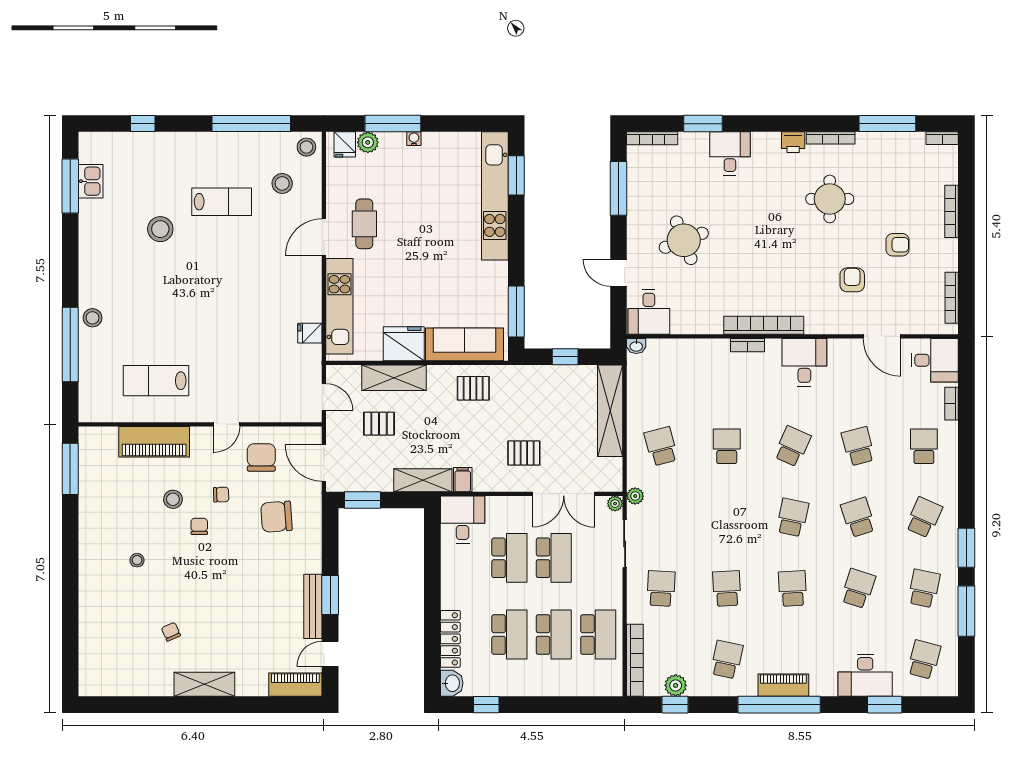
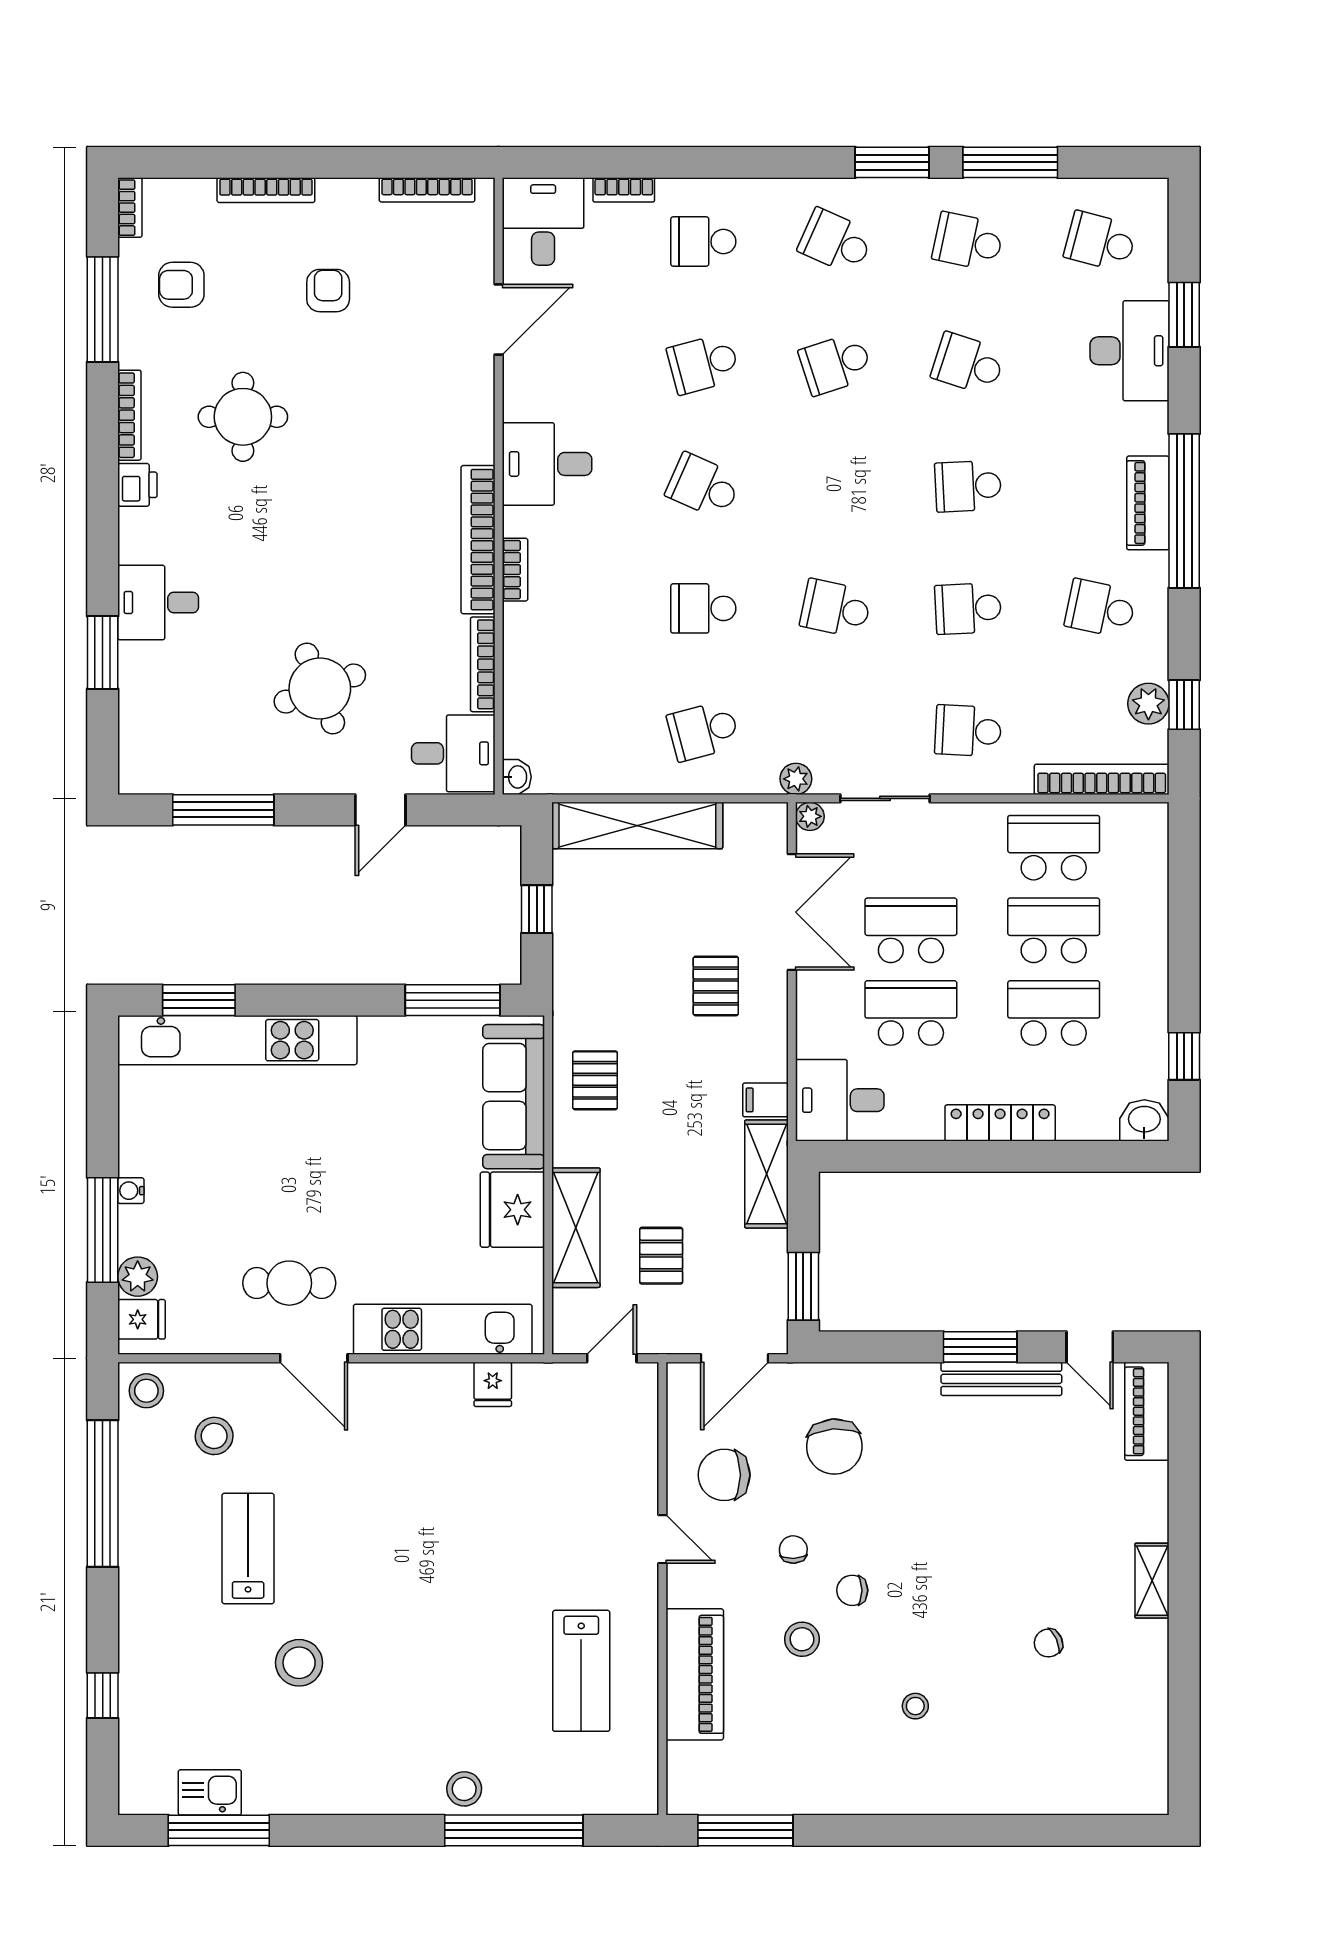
bookcase: (652, 138) -> (483, 664), moved, turned 180
armchair: (852, 280) -> (181, 285), moved
school desk: (792, 517) -> (836, 608), moved
locker: (450, 639) -> (1000, 1123), moved
shelving: (204, 684) -> (1152, 1581), width x0.67, depth x0.75

